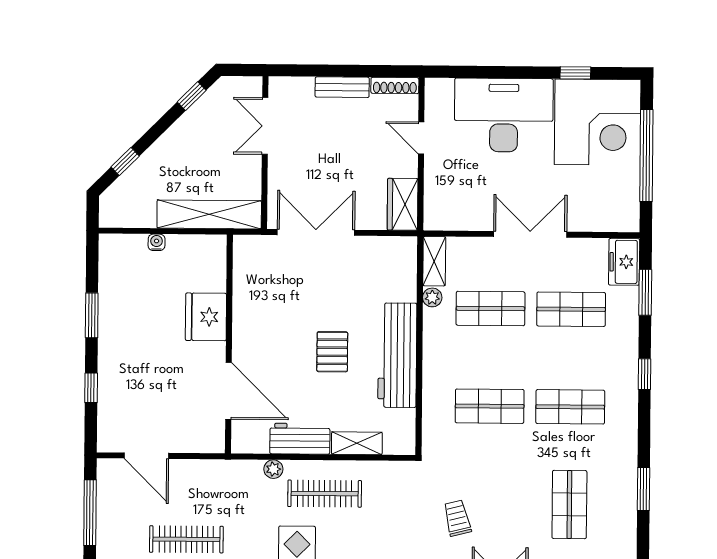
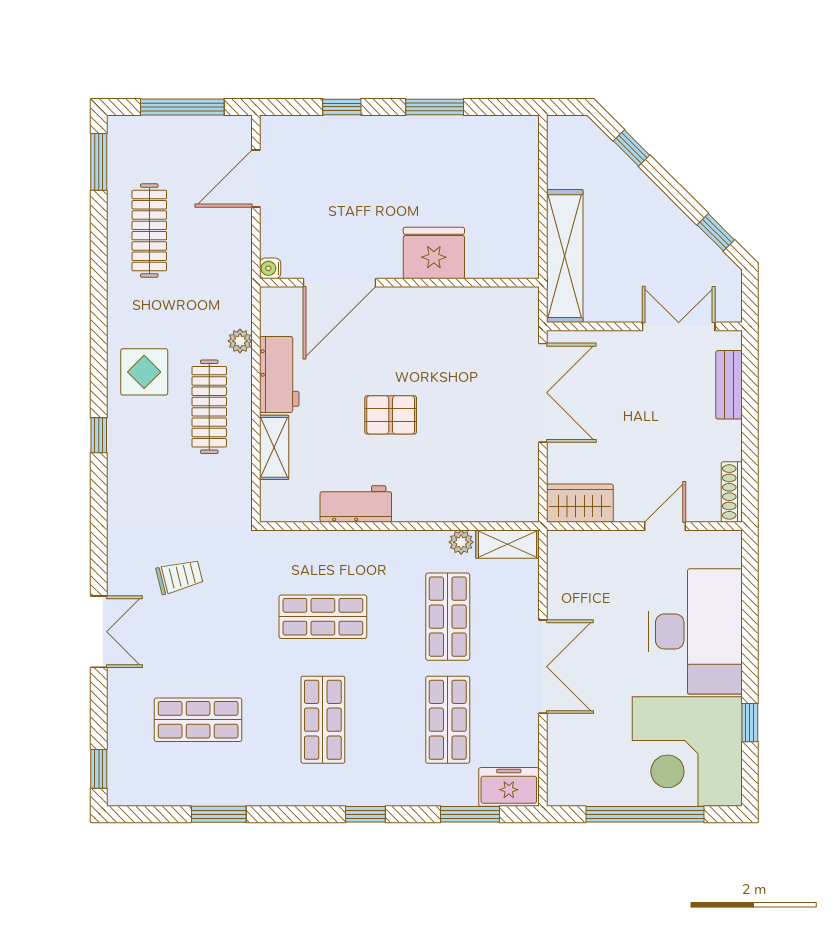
bench: (342, 87) -> (729, 385), moved
water cooler: (157, 242) -> (270, 268), moved, turned 180
workbench: (397, 355) -> (356, 504), width x0.53, depth x0.76
shop shelf: (490, 406) -> (323, 617), turned 90

